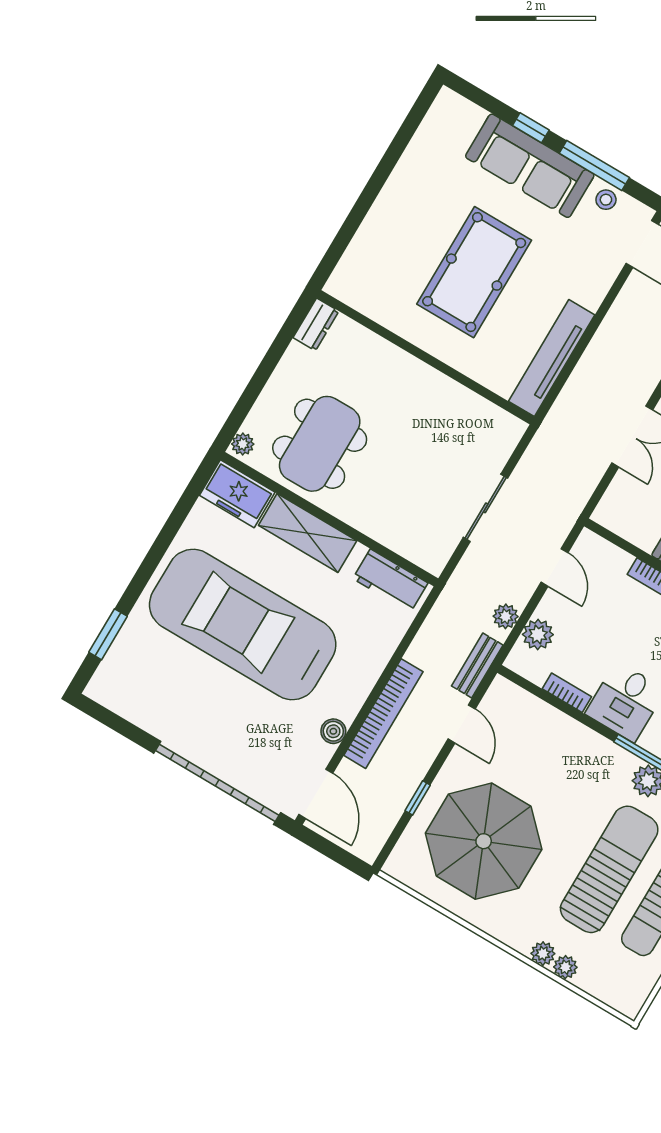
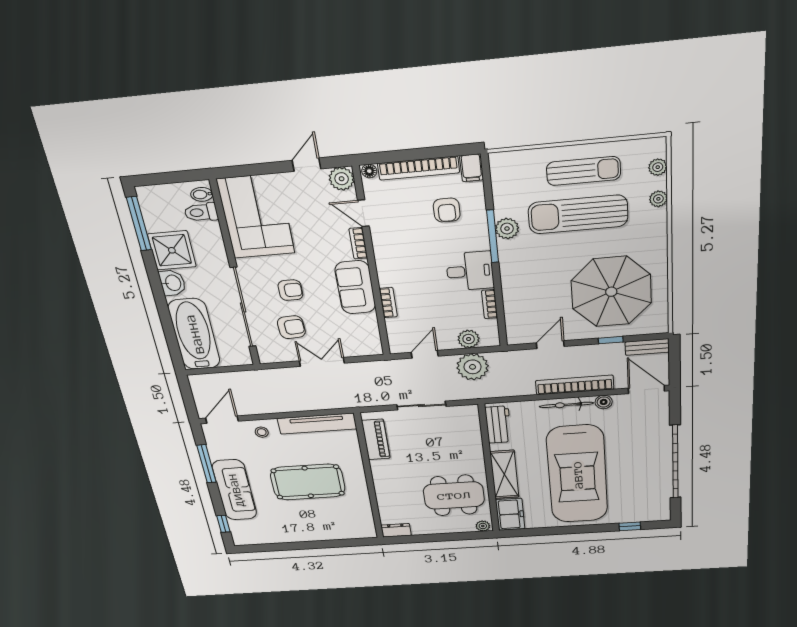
window: (531, 128) -> (223, 524), moved
stool: (606, 200) -> (262, 432), moved
piano: (476, 412) -> (376, 439), added
plant: (506, 616) -> (473, 367), width x1.87, depth x1.87
window: (108, 634) -> (630, 526), width x0.67
bench: (477, 666) -> (647, 347), moved
bicycle: (361, 684) -> (566, 405), added
garage door: (217, 783) -> (675, 462), moved
door: (316, 794) -> (646, 390), hinge flipped
plant: (543, 954) -> (658, 167), moved

